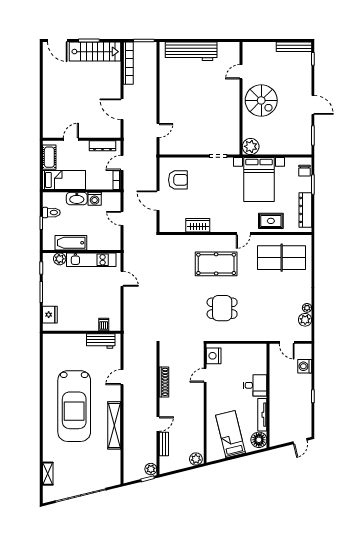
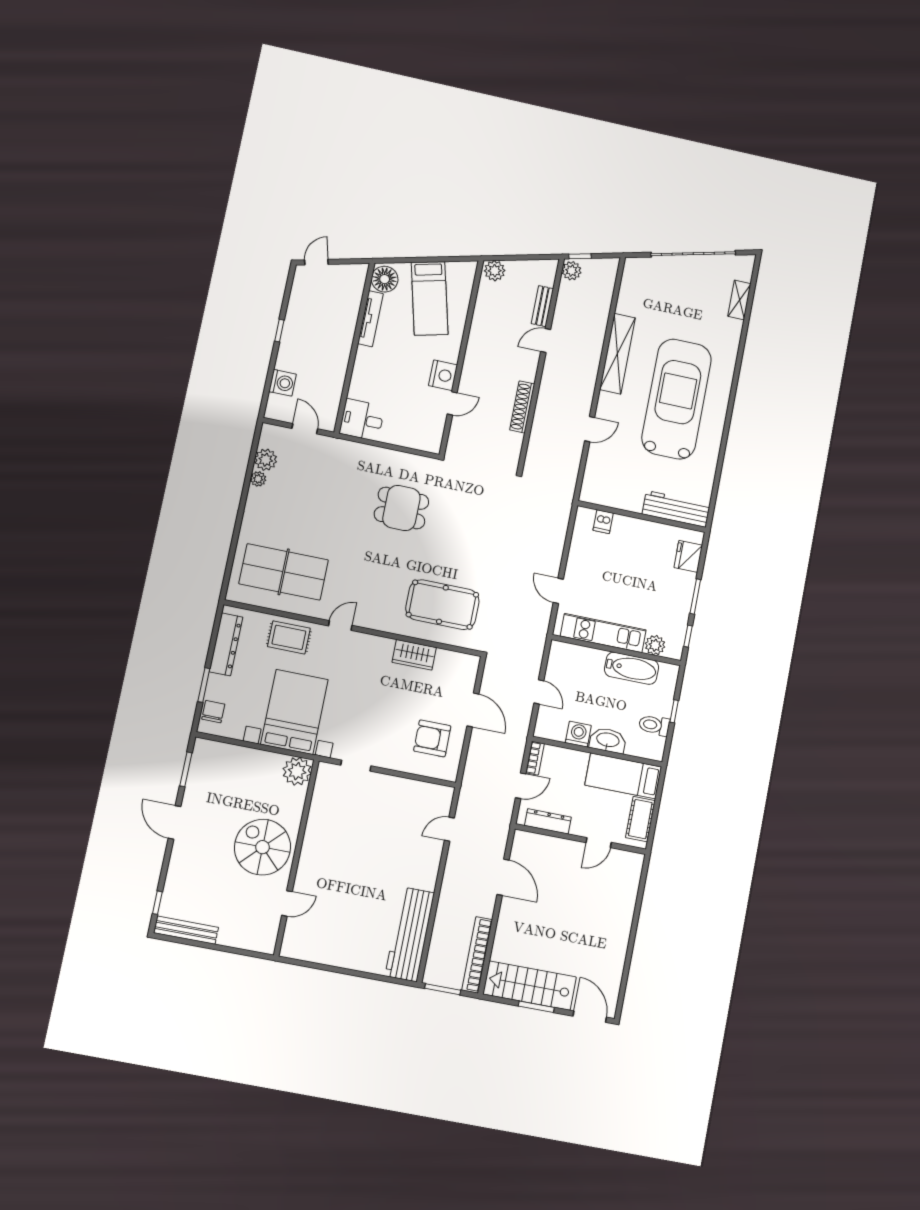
workbench: (191, 51) -> (410, 934), moved, turned -90
pool table: (216, 264) -> (442, 605), moved
workbench: (101, 341) -> (676, 509), moved, width x1.37
nightstand: (214, 356) -> (443, 375), moved
desk: (255, 385) -> (362, 420), moved

